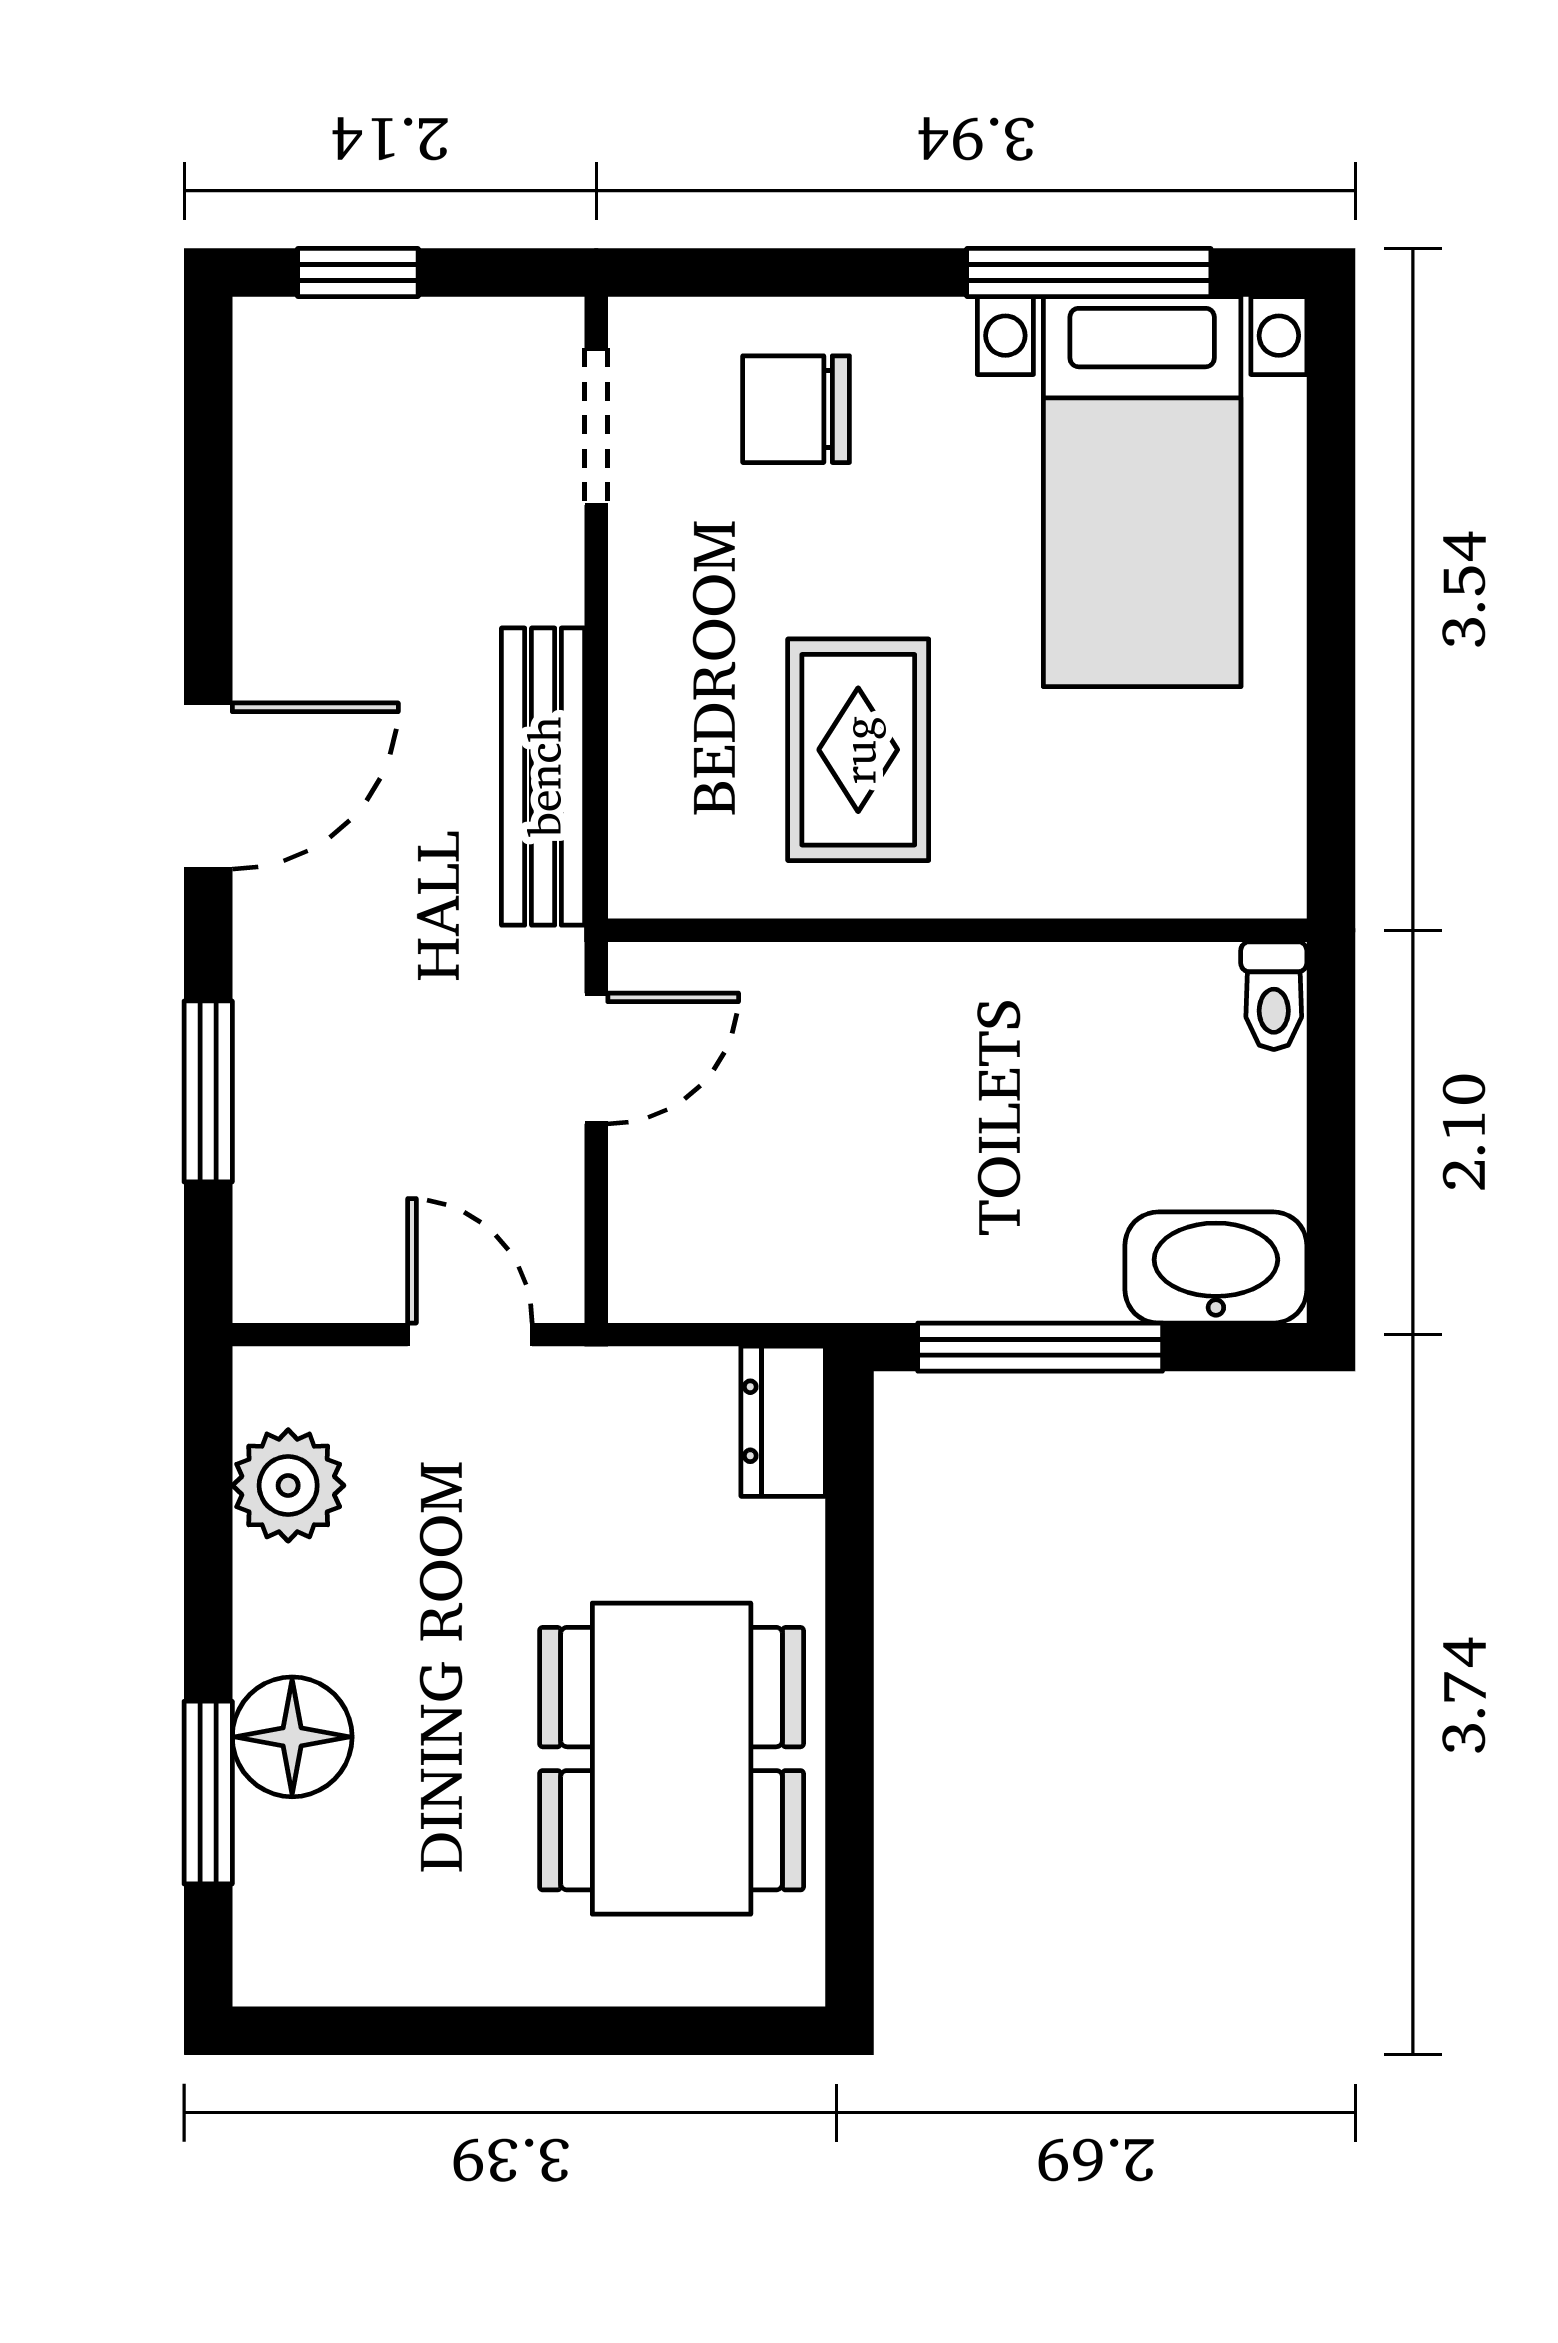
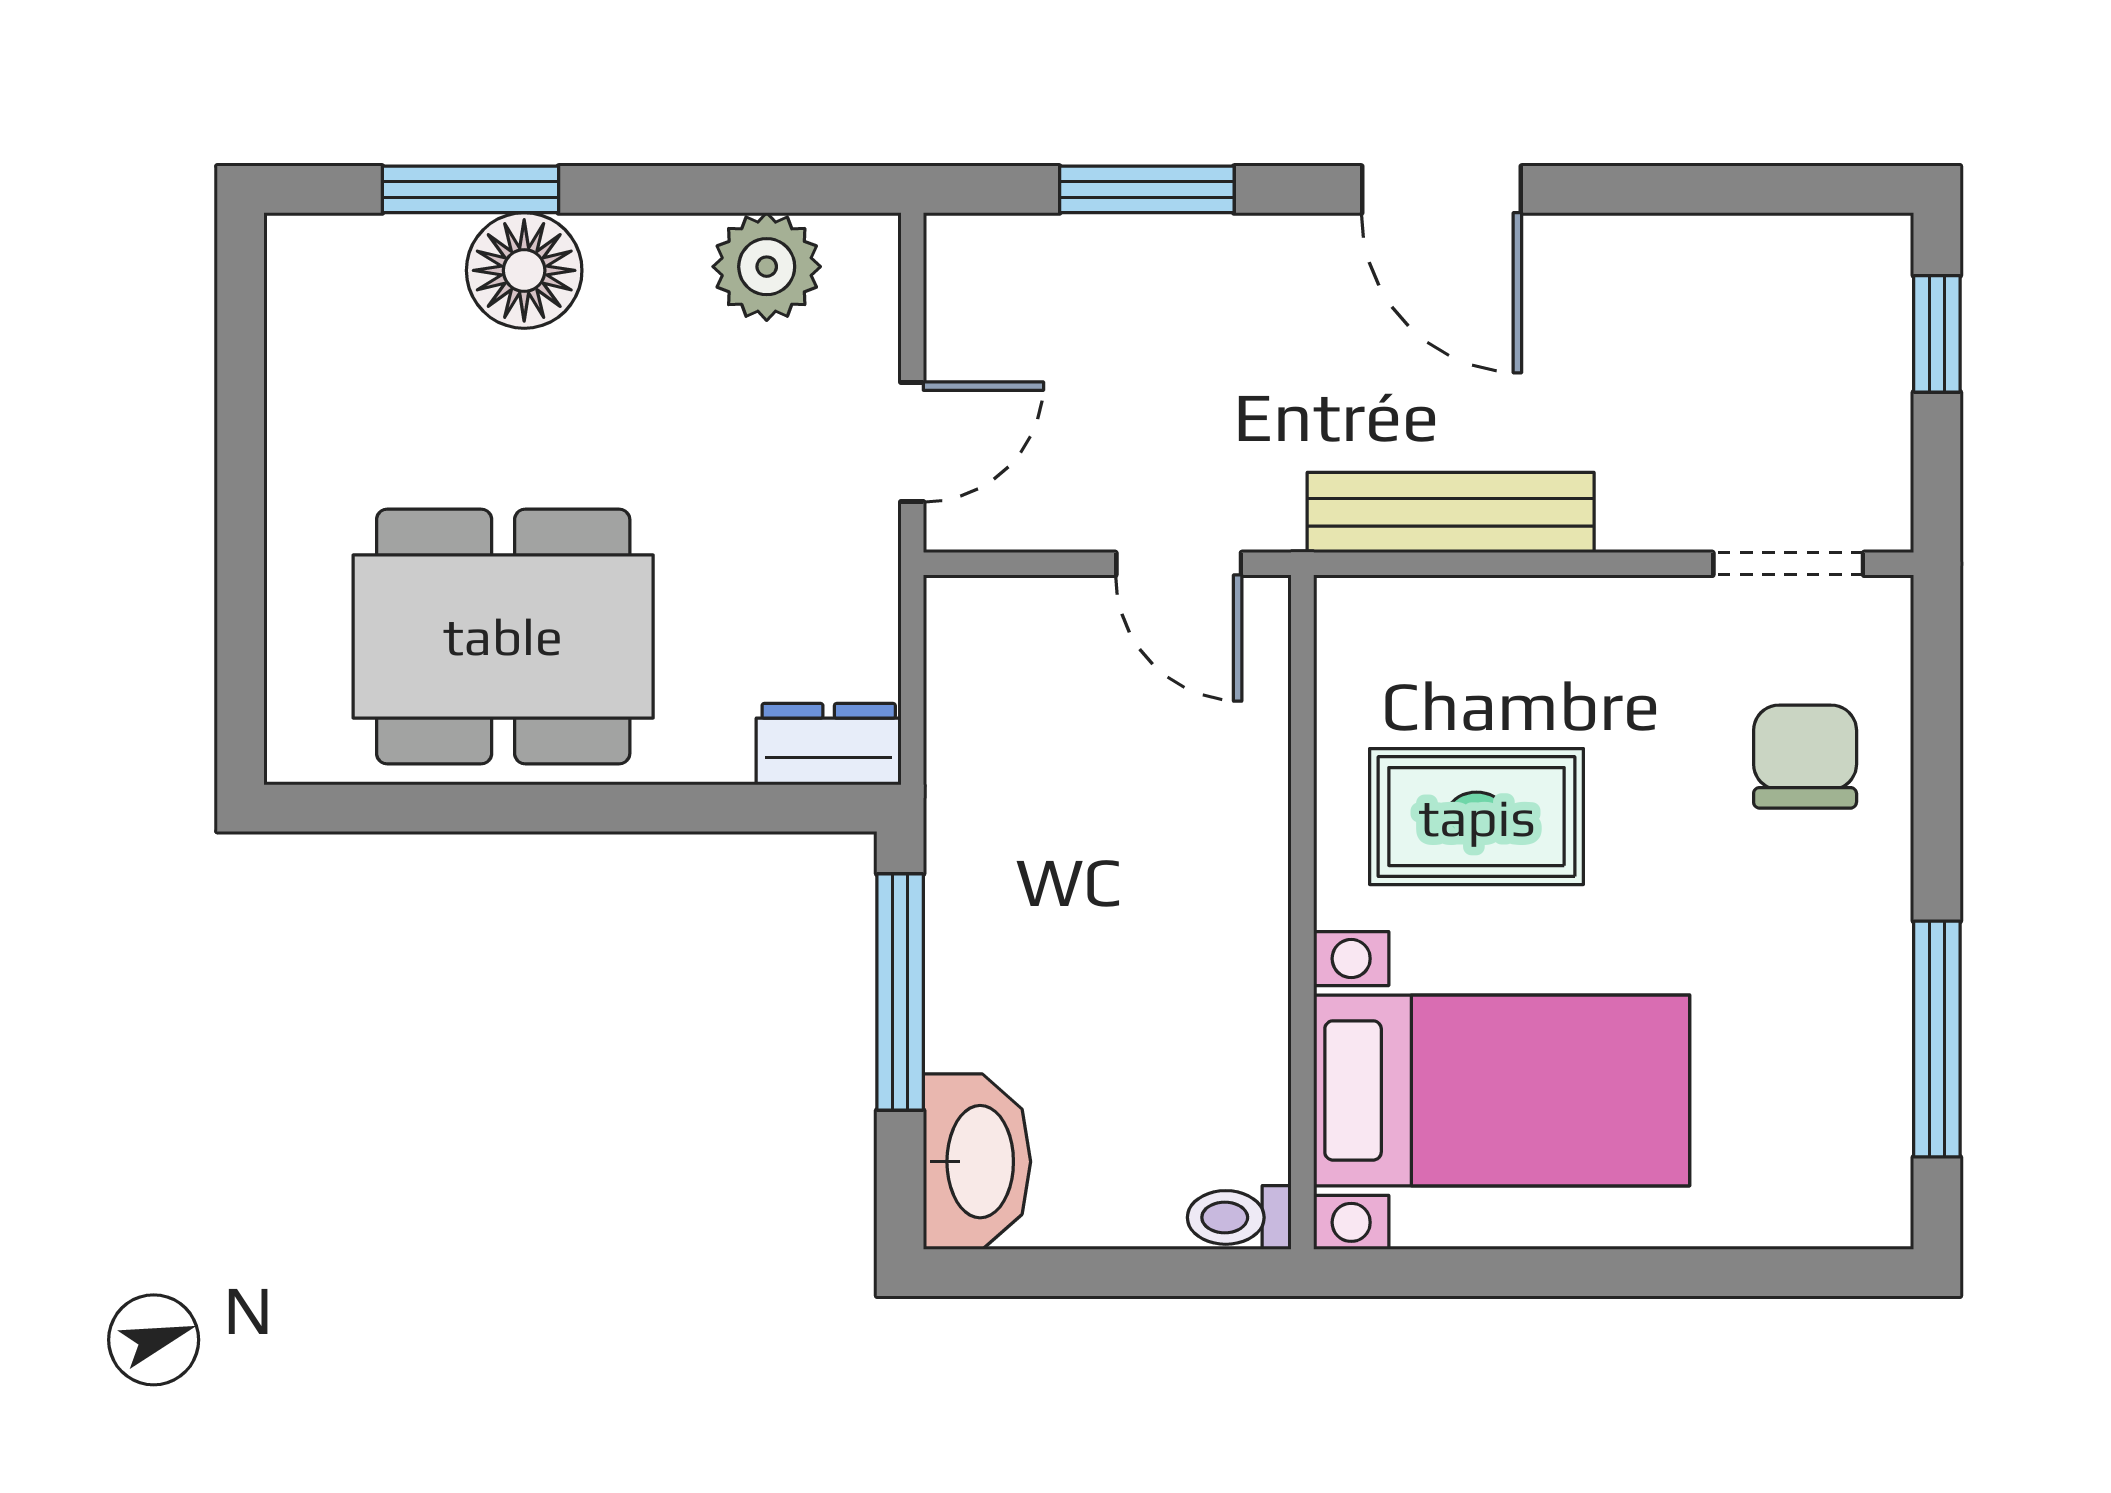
bed with nightstands: (1142, 492) -> (1502, 1090), moved, turned 180

